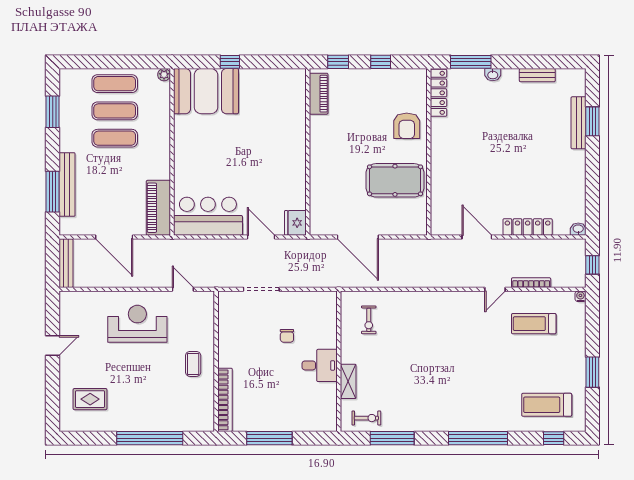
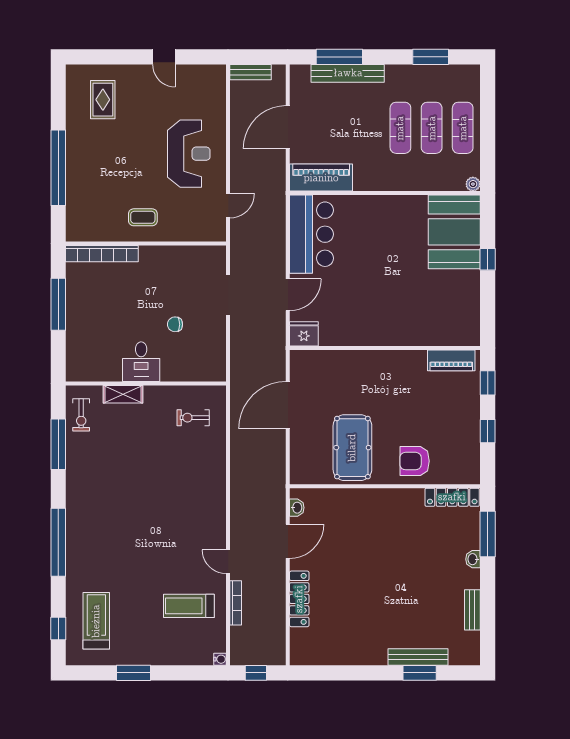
washbasin: (578, 229) -> (297, 508), moved
bench: (66, 263) -> (250, 72), width x0.73
treadmill: (534, 324) -> (189, 606), turned -90

